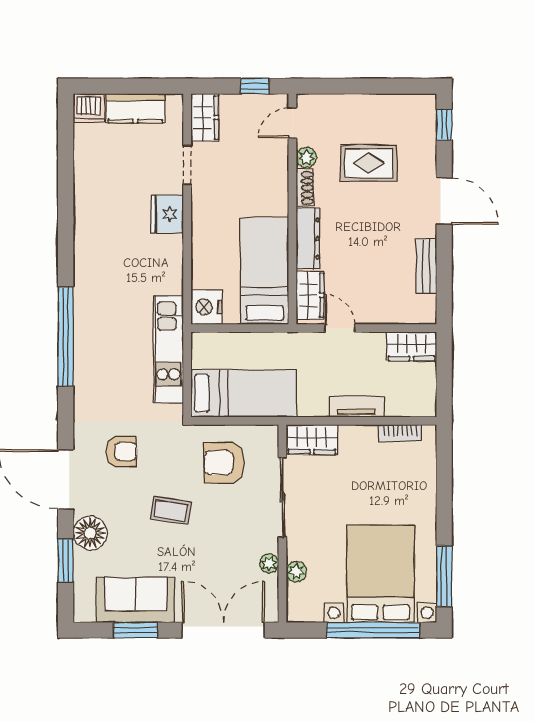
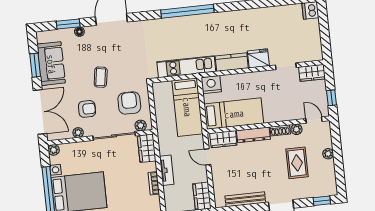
plant: (358, 104) -> (328, 154), added
kitchen counter: (135, 108) -> (232, 62), moved, turned 90
bench: (426, 266) -> (245, 199), width x1.36
door: (340, 328) -> (208, 157), swing flipped
bed: (244, 393) -> (187, 107), moved
bookcase: (400, 433) -> (154, 183), moved
plant: (268, 446) -> (141, 126), added
armchair: (121, 451) -> (87, 109), moved, turned -90
floor lamp: (90, 533) -> (79, 32), width x0.53, depth x0.53
plant: (296, 572) -> (54, 150), moved

